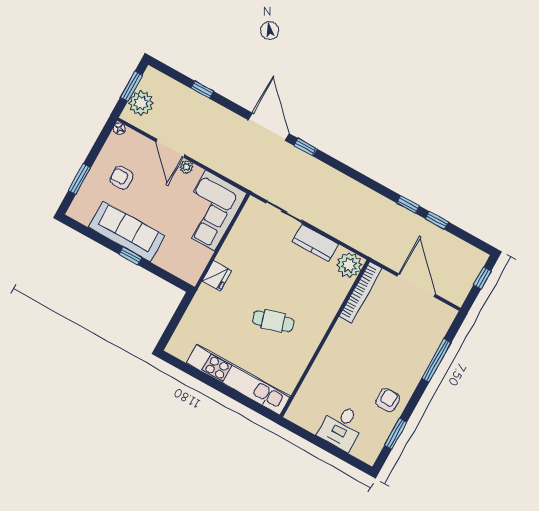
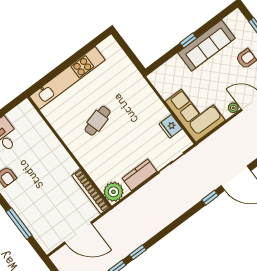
fridge: (217, 276) -> (171, 126), moved

